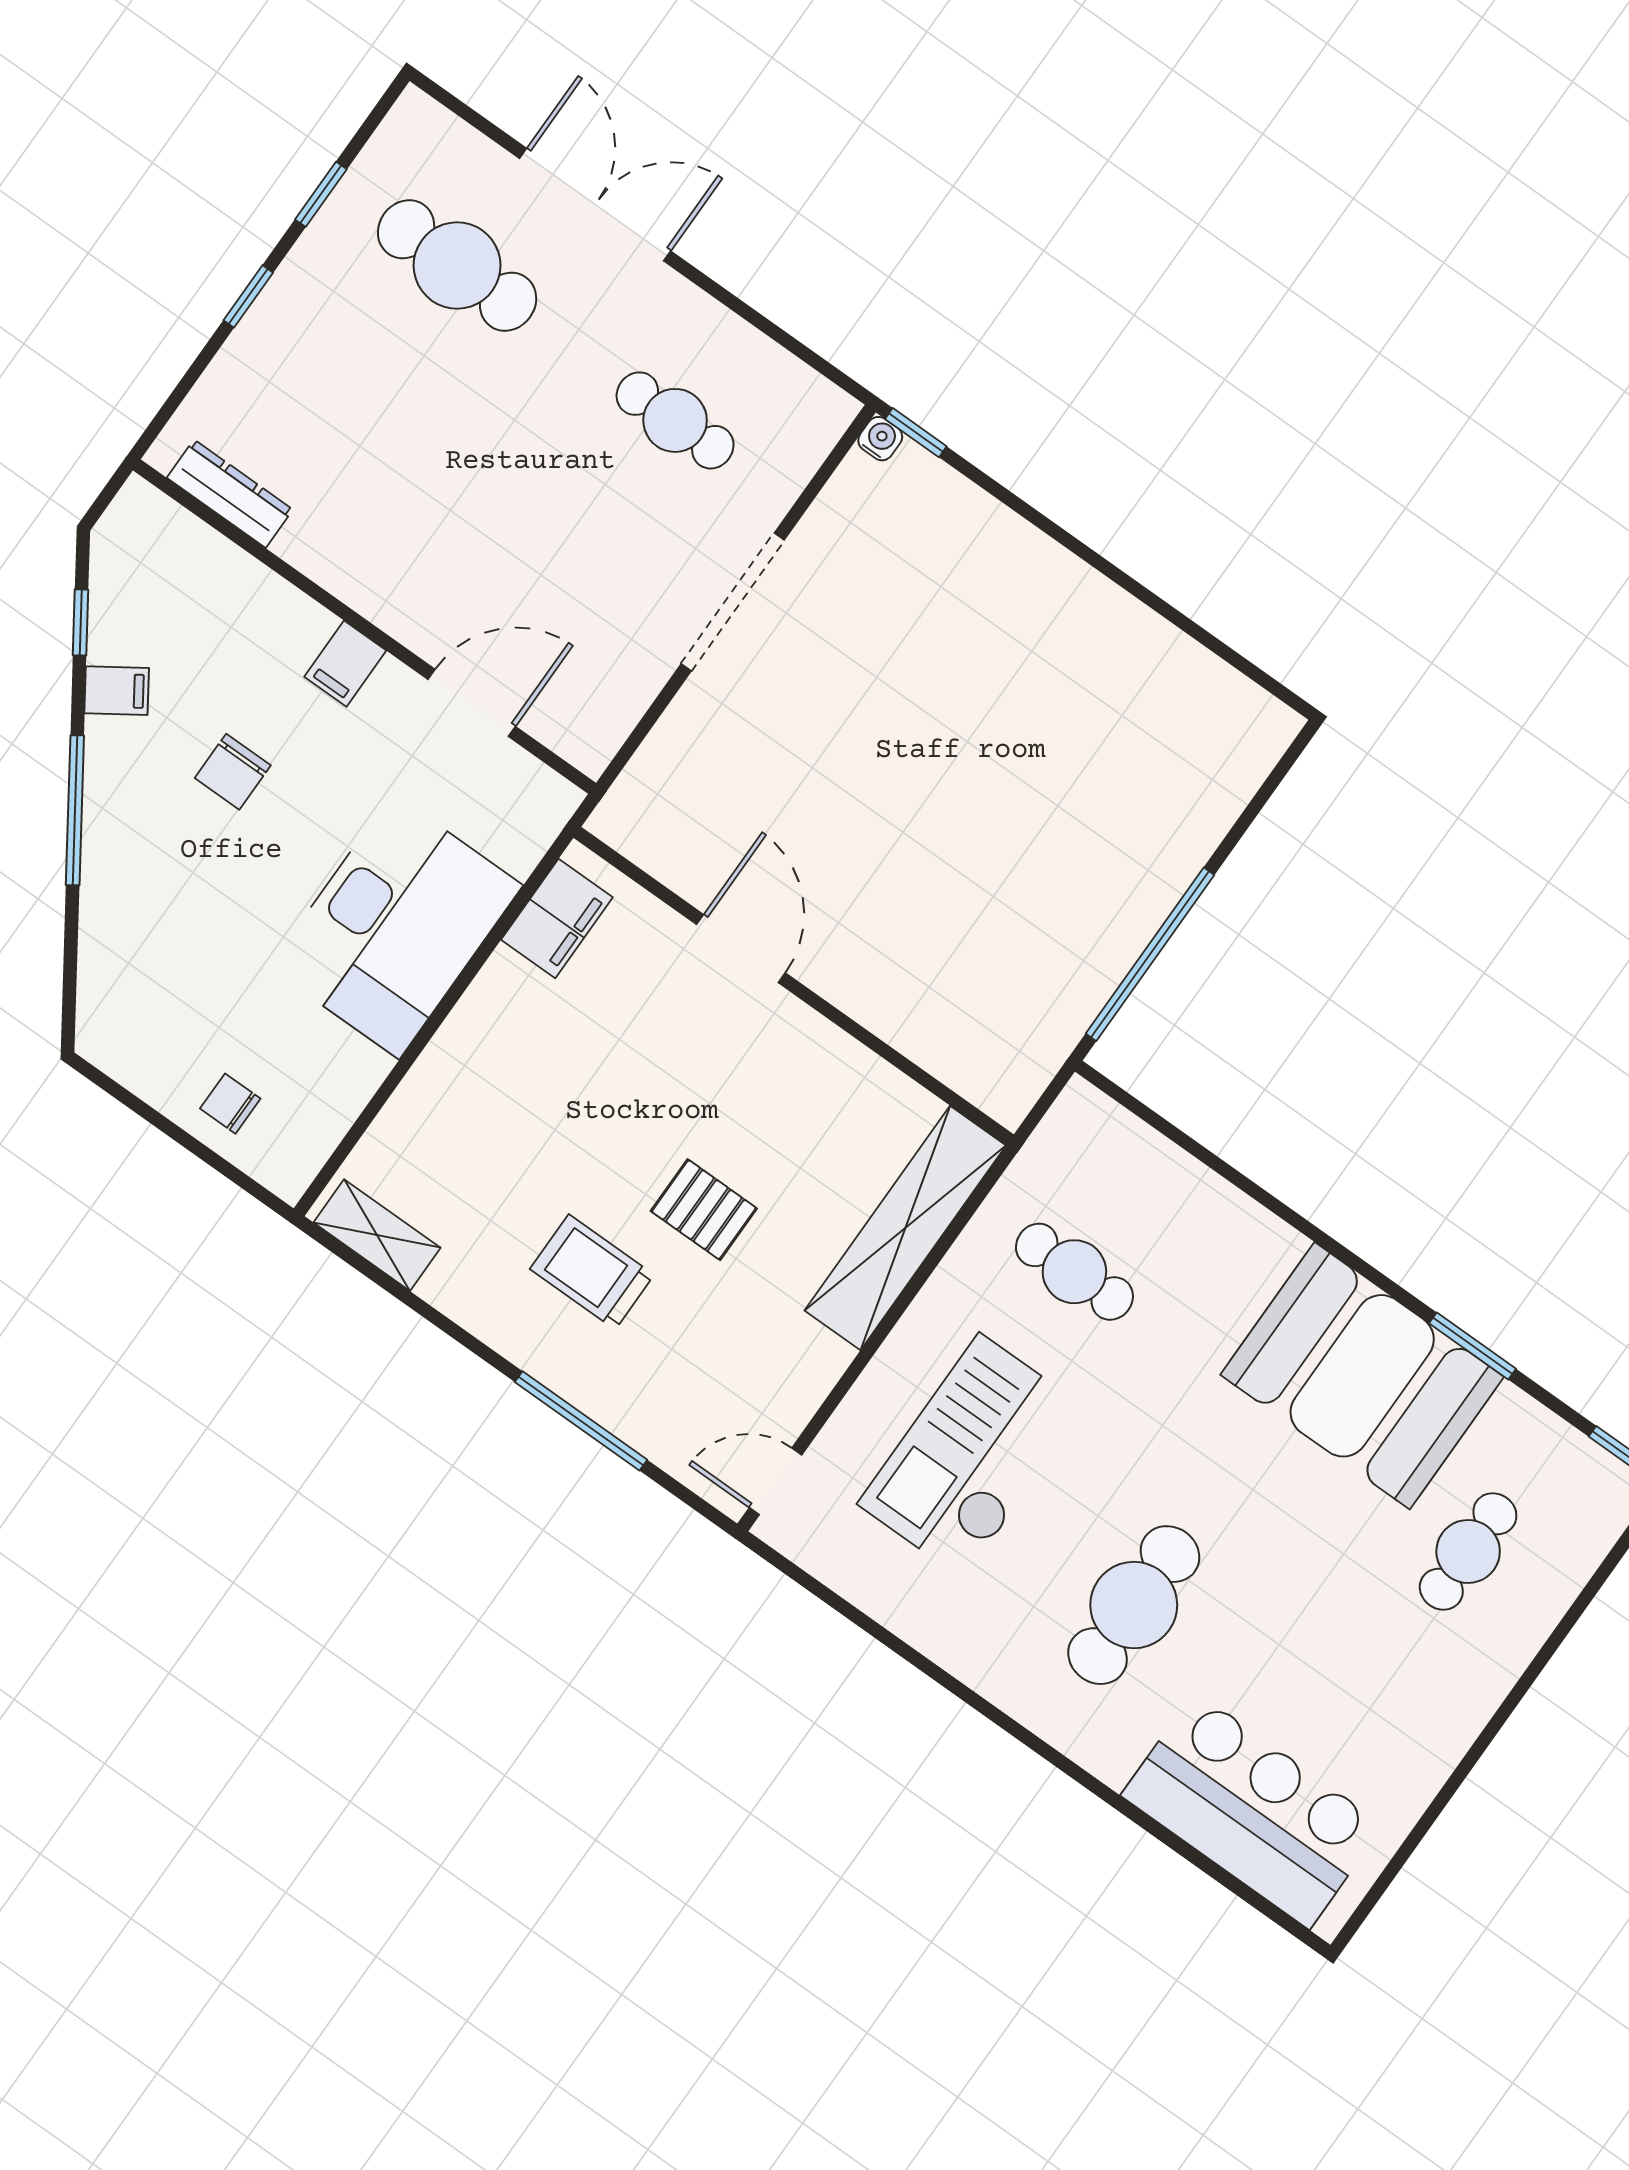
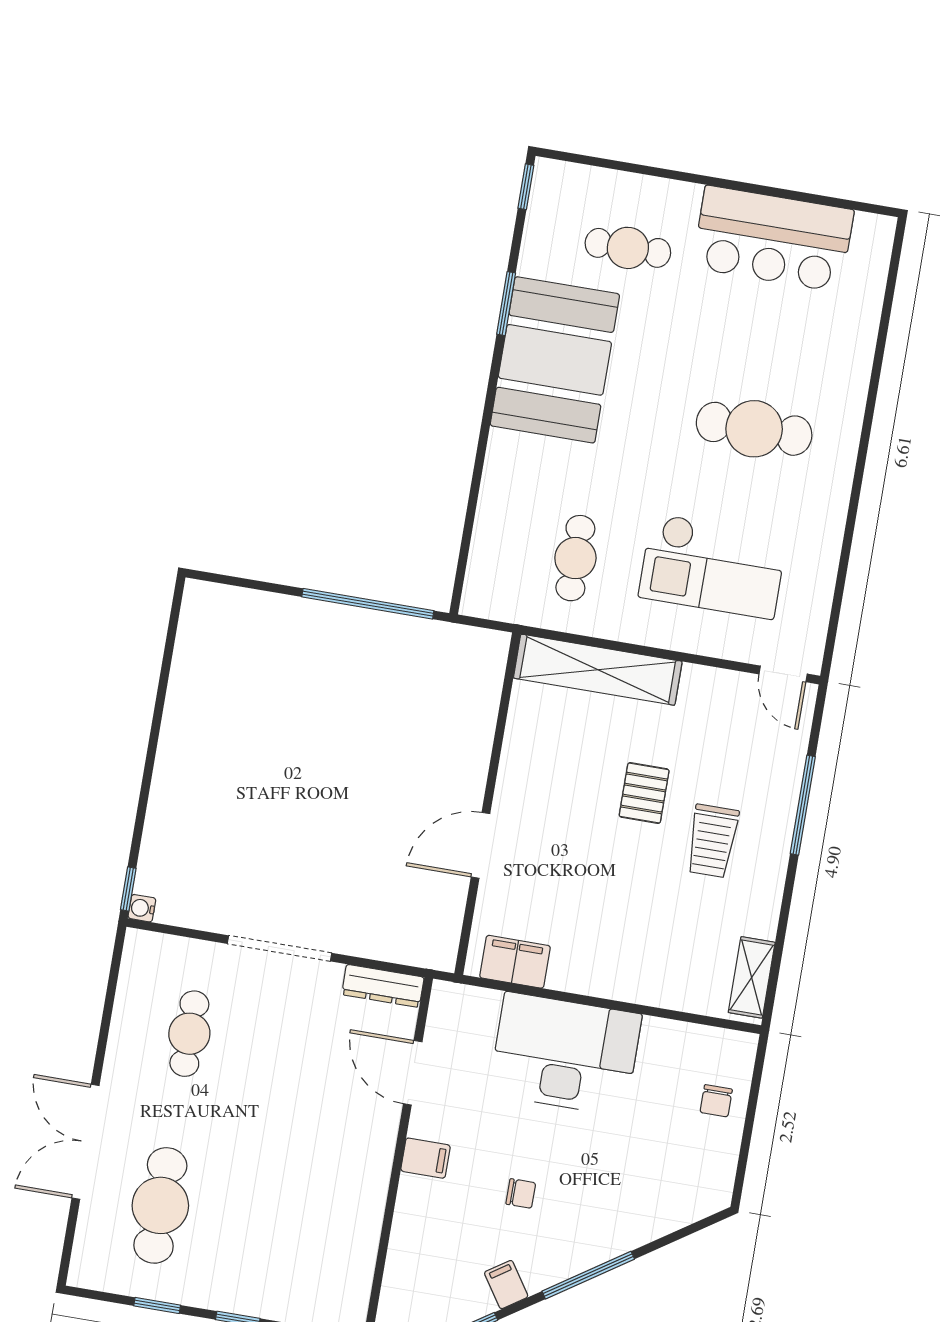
dresser: (230, 494) -> (383, 986), moved, turned -90
chair: (233, 772) -> (521, 1193), width x0.73, depth x0.73
bar counter: (1252, 1810) -> (773, 239), moved, turned -90

